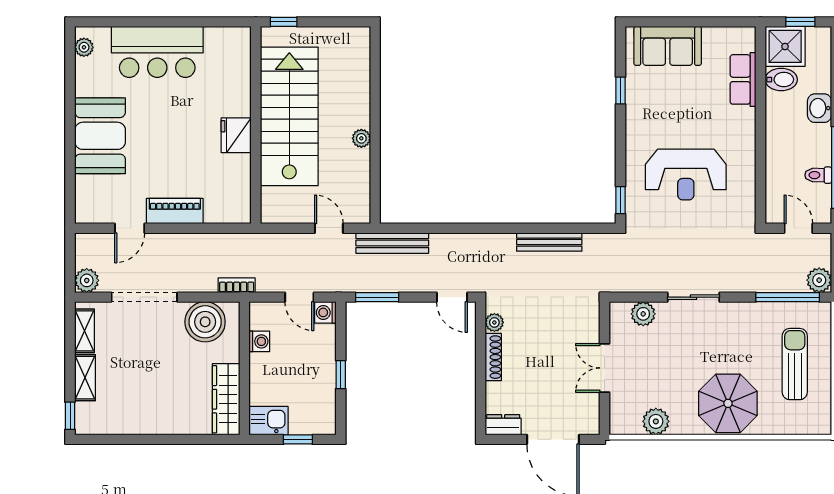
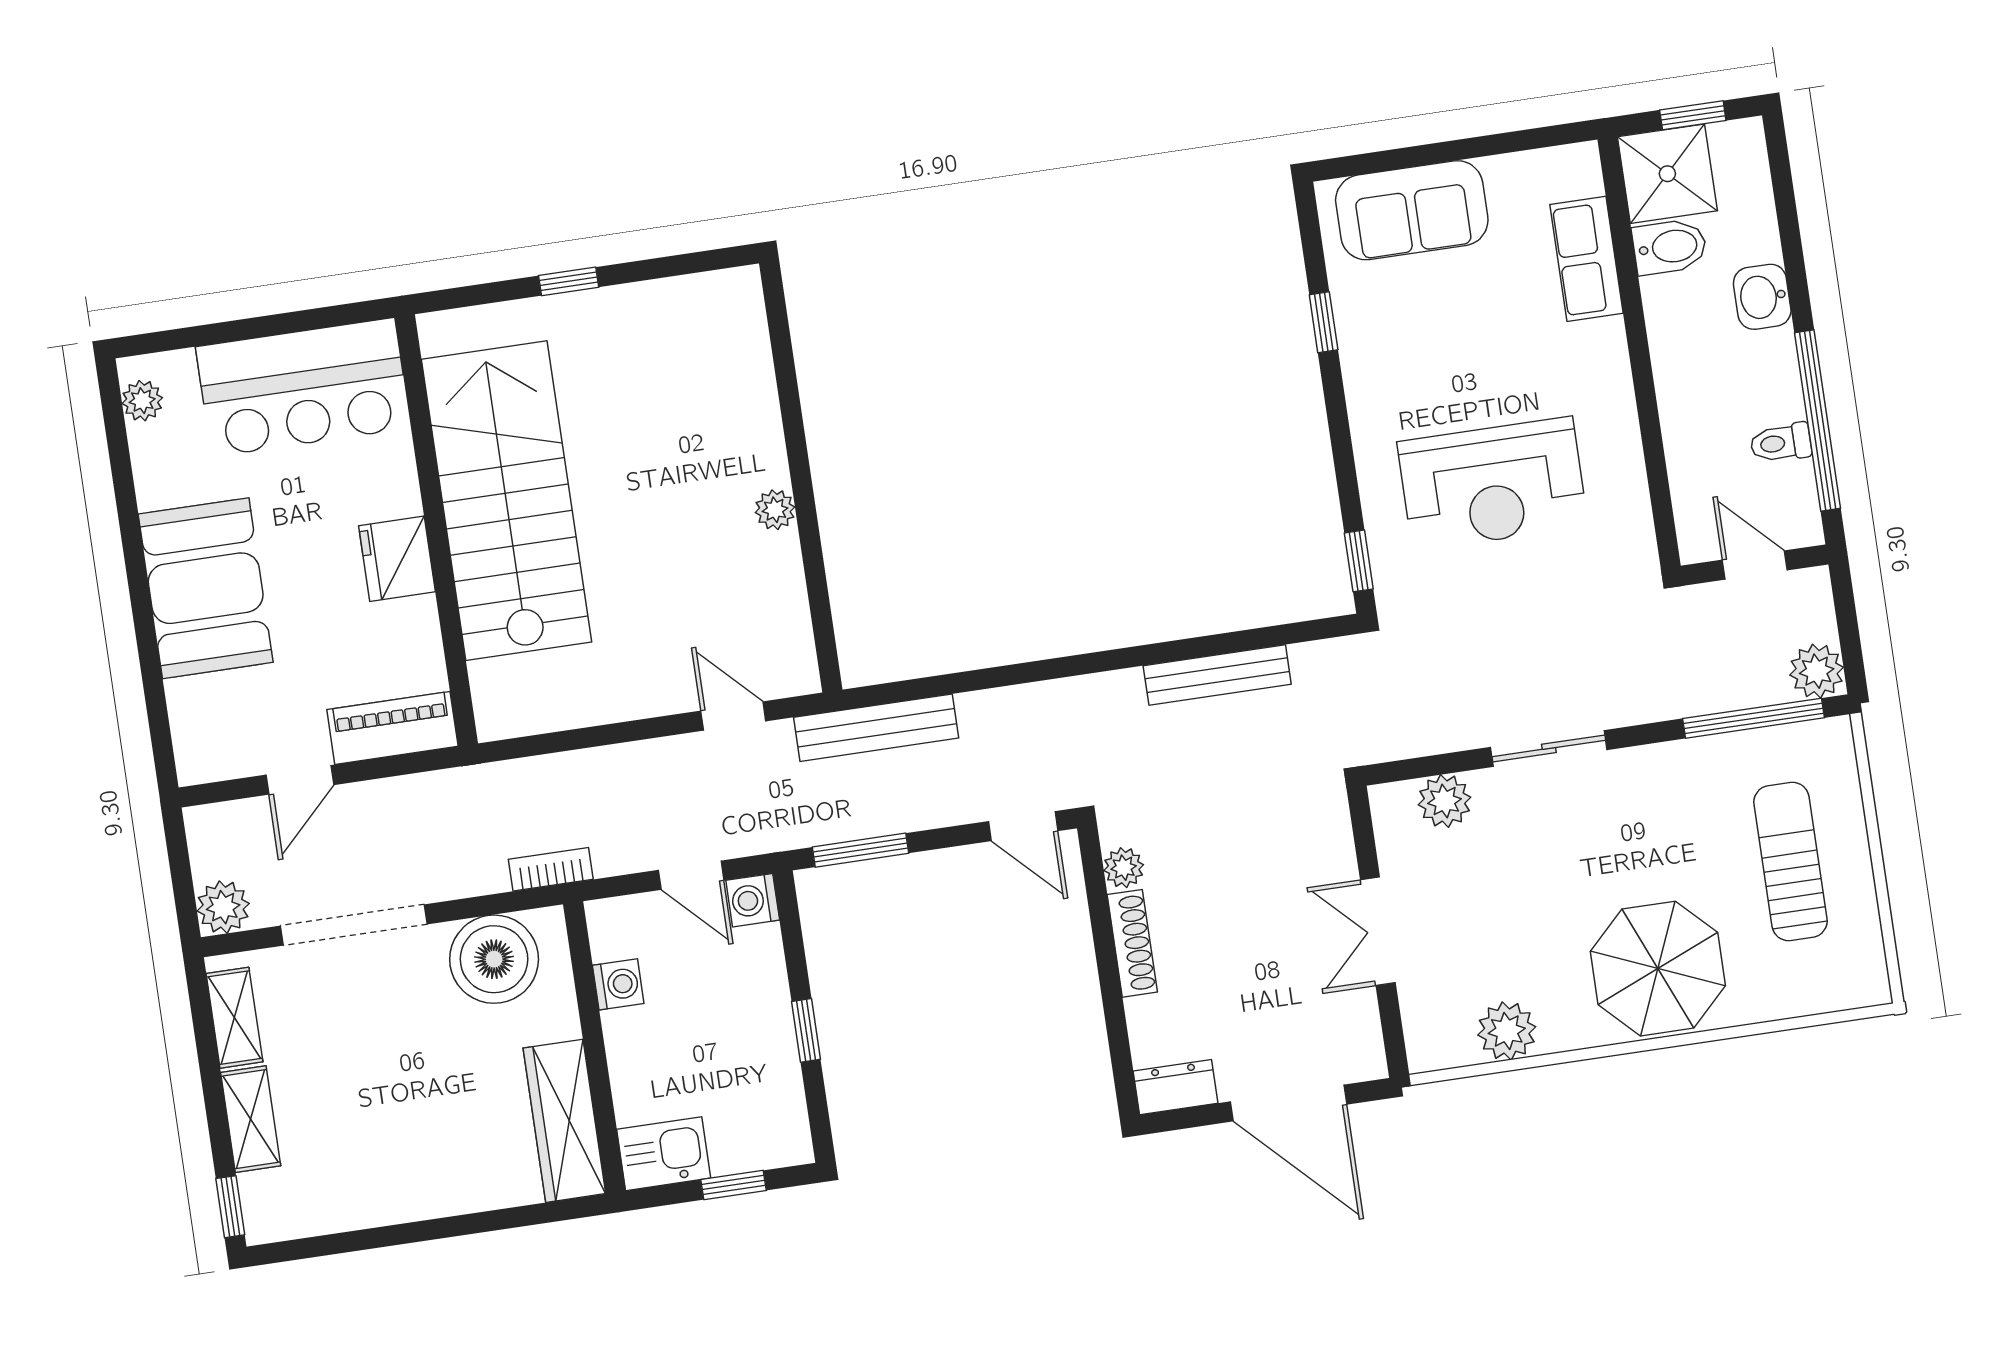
stairs: (289, 116) -> (506, 501), moved
wall: (256, 125) -> (436, 530), moved
fridge: (236, 135) -> (397, 559), moved

